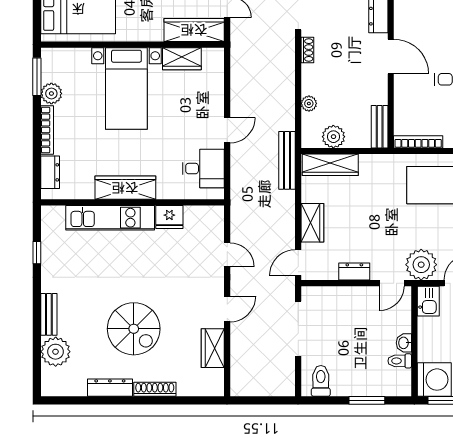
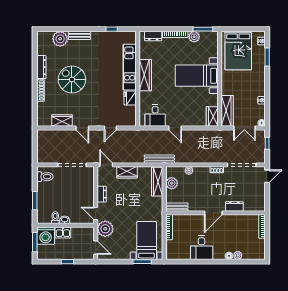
wardrobe: (182, 59) -> (212, 116), moved
kitchen sink: (428, 301) -> (63, 232), moved
spiral stairs: (134, 329) -> (72, 79), turned 90

